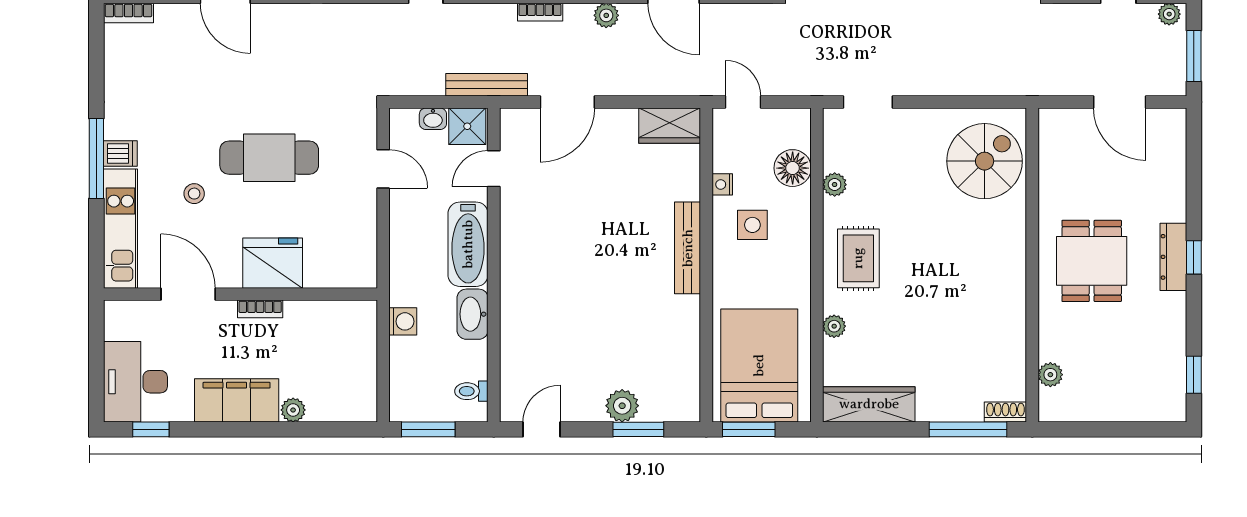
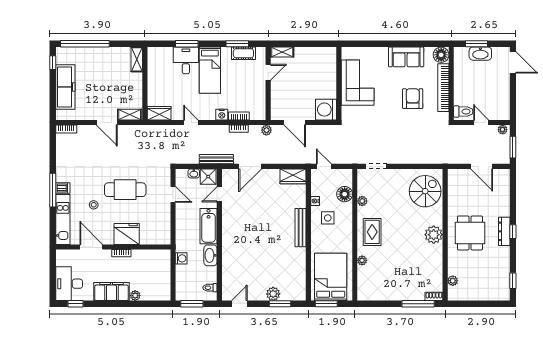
plant: (1005, 265) -> (434, 235), added
wardrobe: (869, 404) -> (377, 293), removed

